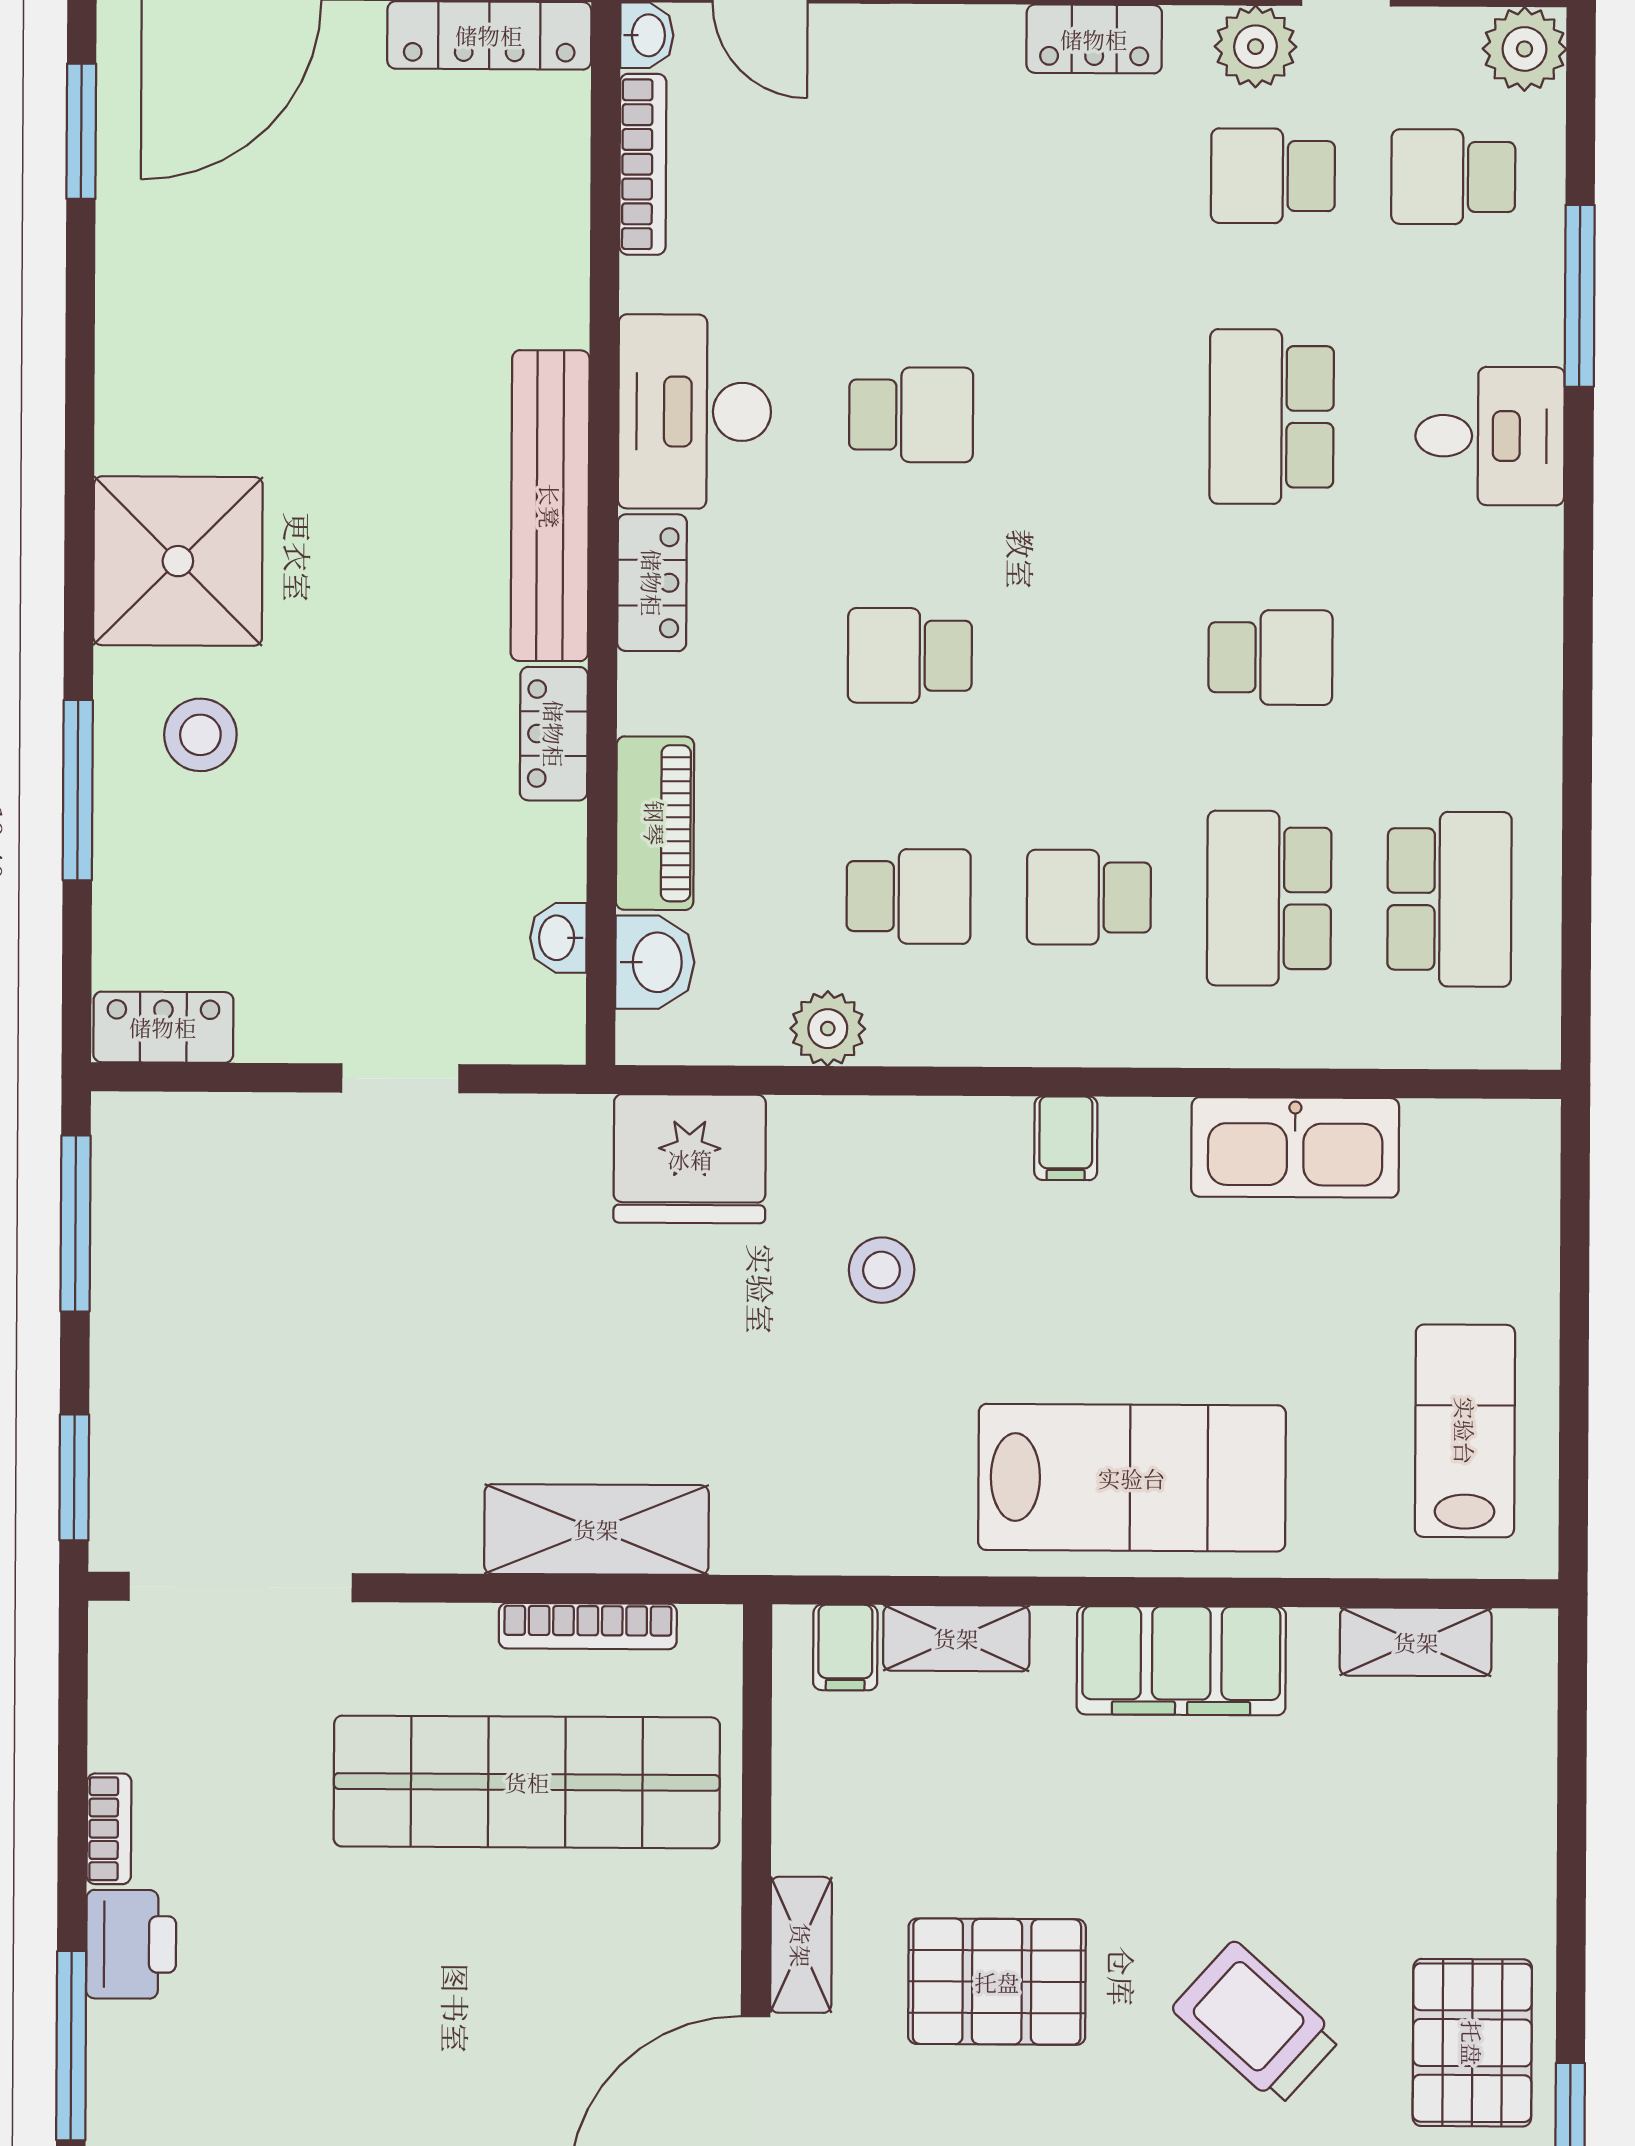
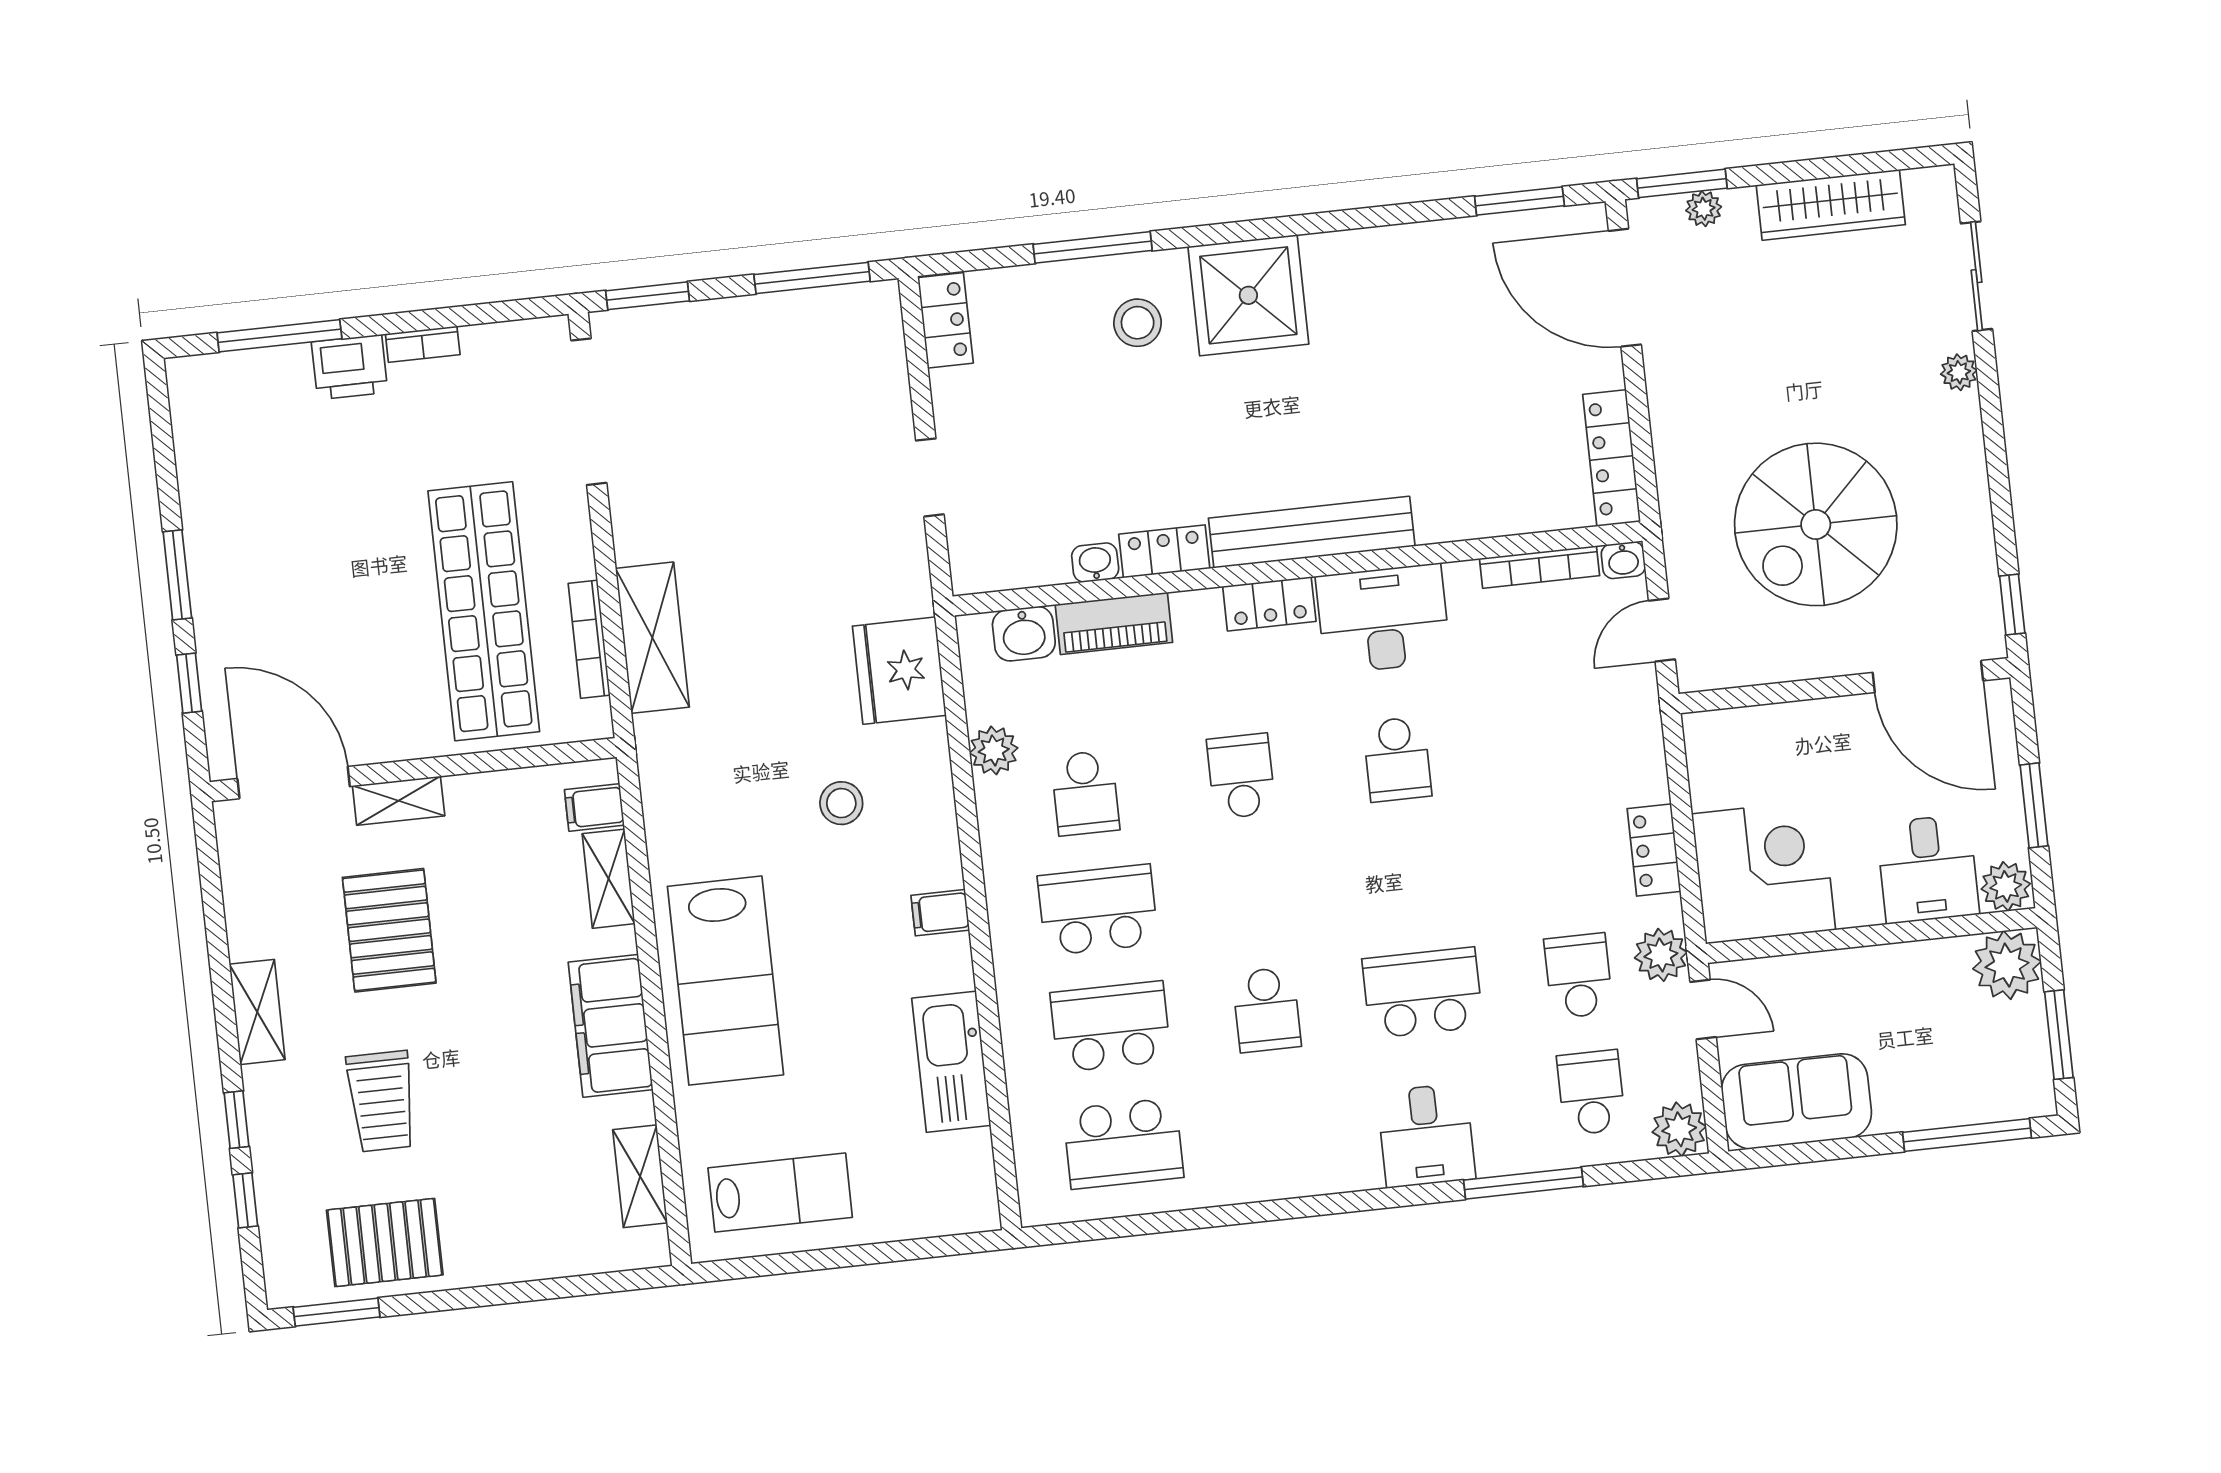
school desk: (1089, 897) -> (1098, 910), width x1.85
washbasin: (558, 938) -> (1095, 563), moved
trolley: (1256, 2023) -> (381, 1101), turned 138

